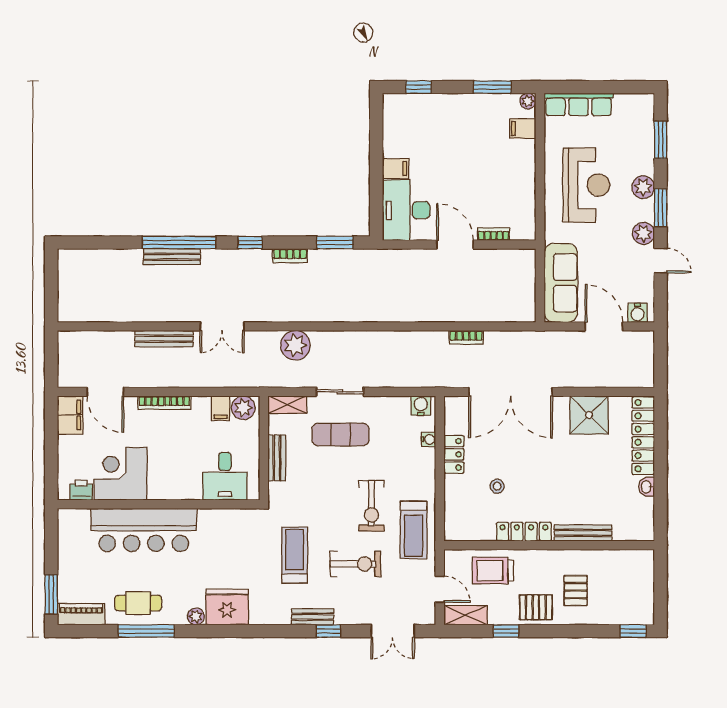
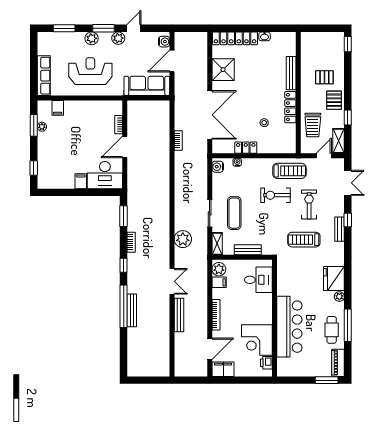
plant: (528, 101) -> (42, 127), moved
exercise bike: (371, 506) -> (275, 195), turned 180

